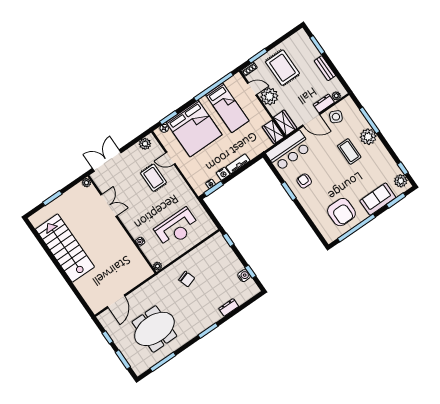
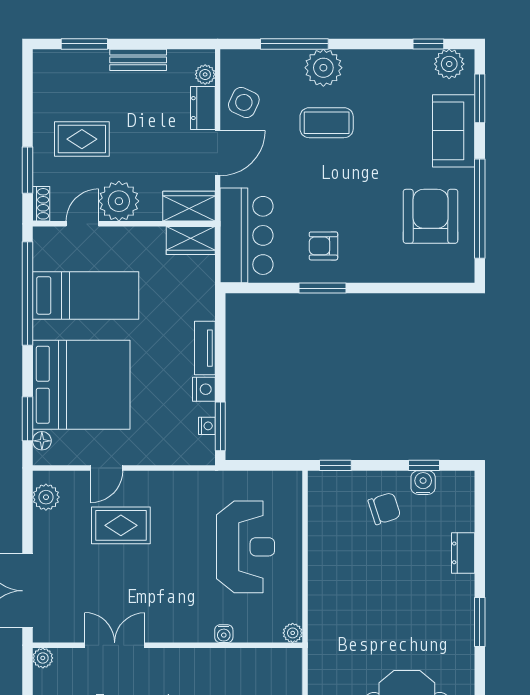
rug: (283, 68) -> (82, 139), width x0.73, depth x0.70
armchair: (341, 212) -> (431, 216), turned -90
chair: (187, 279) -> (384, 509), moved

